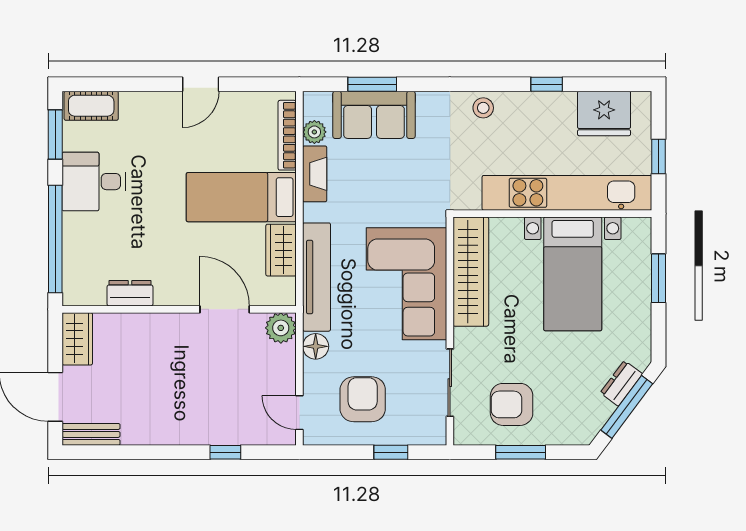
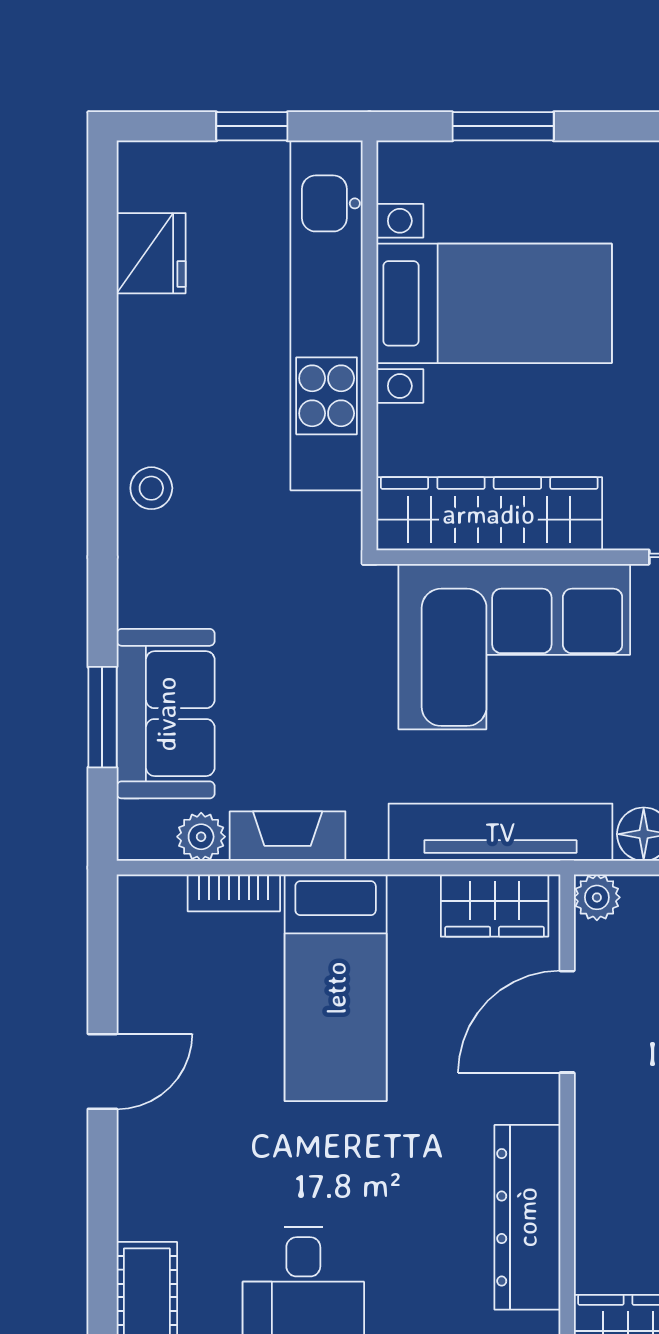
door: (201, 84) -> (102, 1071), hinge flipped
window: (547, 84) -> (102, 357), removed
fridge: (604, 113) -> (151, 253), width x0.73, depth x0.75
bookcase: (287, 135) -> (234, 893), width x0.64
wardrobe: (281, 250) -> (495, 906), moved
dresser: (130, 293) -> (527, 1217), width x1.96, depth x1.24
plant: (281, 328) -> (597, 897), width x0.73, depth x0.73

